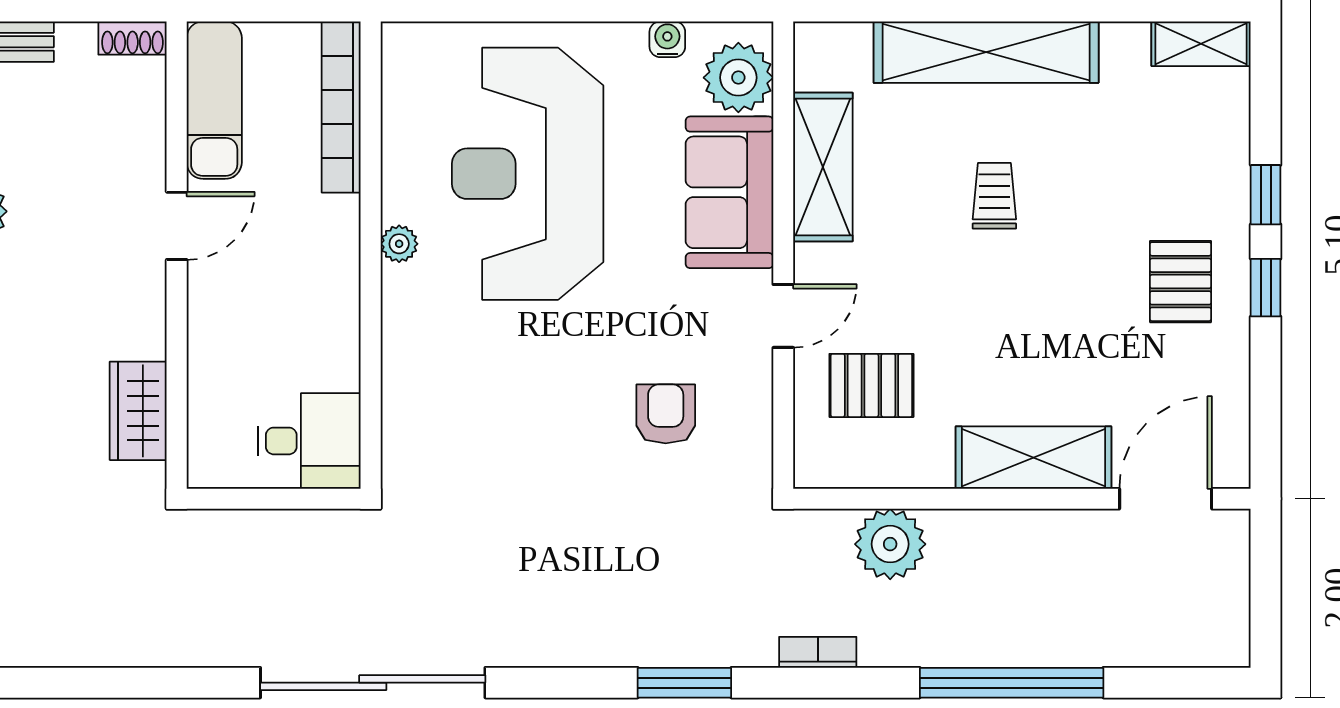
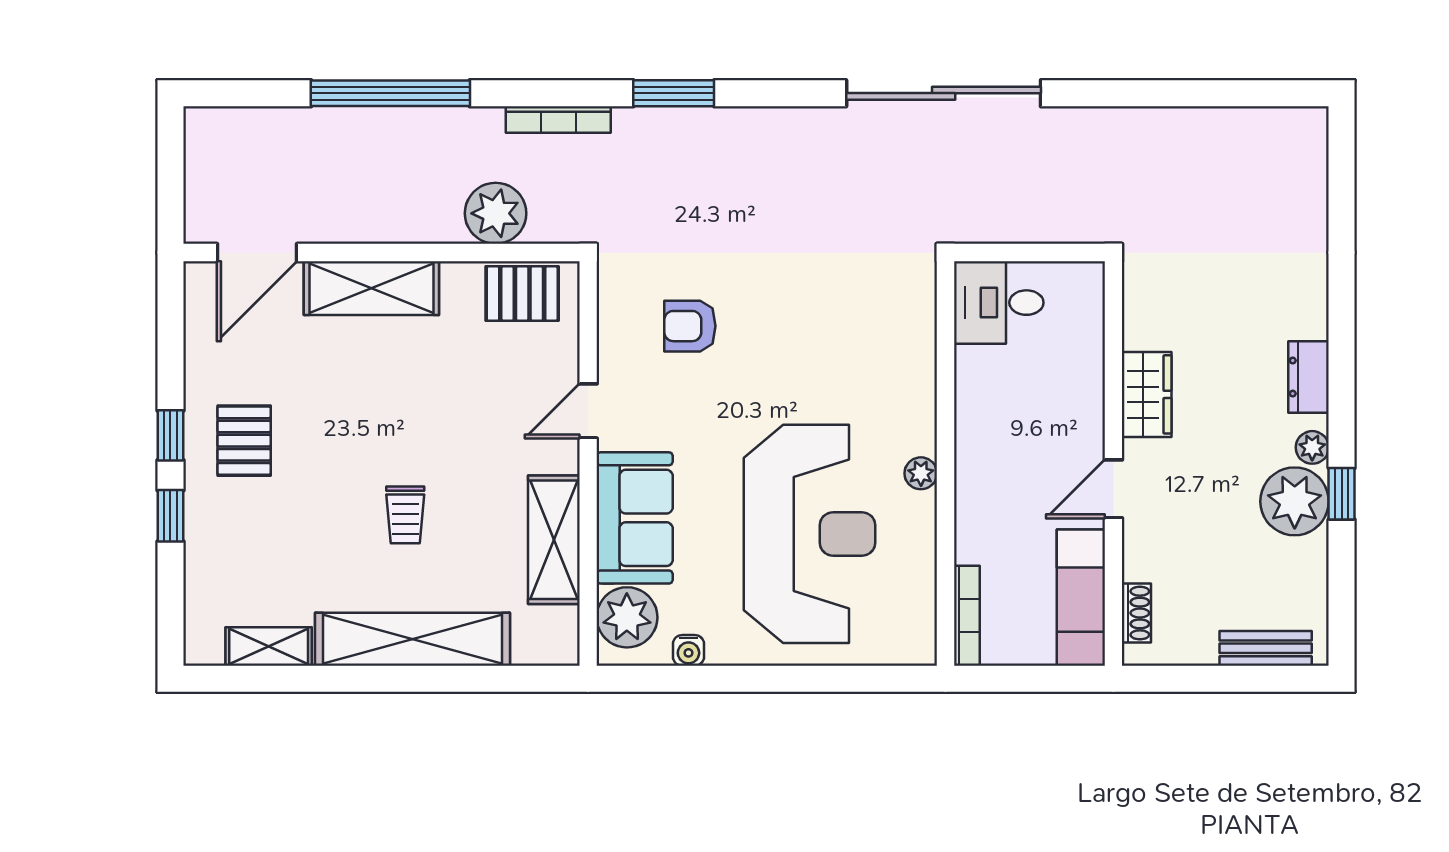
shoe rack: (133, 38) -> (1136, 613), moved, turned 90
shelving: (1201, 44) -> (269, 647), moved
bookcase: (341, 107) -> (967, 616), width x0.68, depth x0.76
pallet: (871, 385) -> (522, 294), moved
wardrobe: (138, 411) -> (1147, 394), moved
armchair: (666, 414) -> (690, 326), turned 90
bookcase: (818, 652) -> (558, 120), width x1.56

